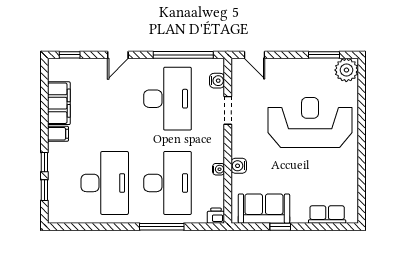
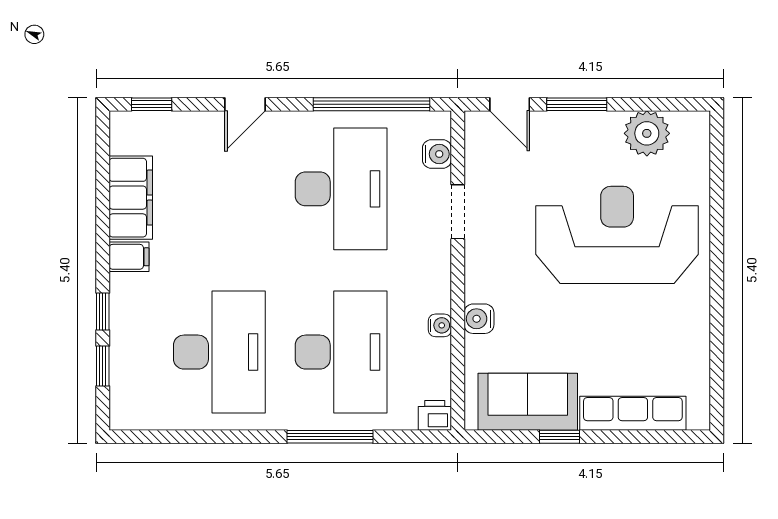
window: (324, 55) -> (577, 104), moved
plant: (346, 70) -> (647, 133), moved
row of seats: (327, 215) -> (633, 413), width x1.48

